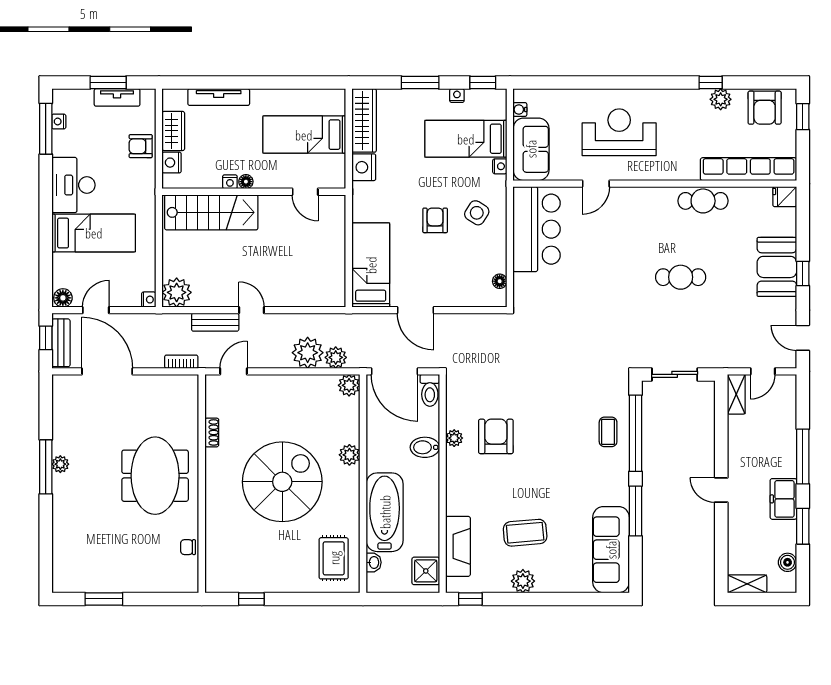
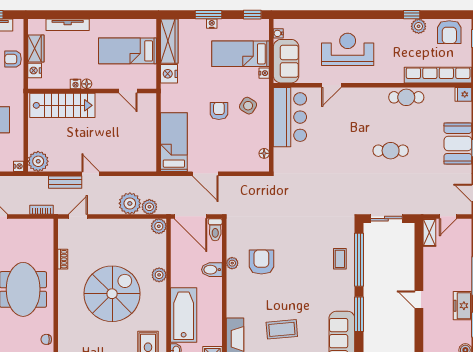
nightstand: (457, 96) -> (212, 24), moved

